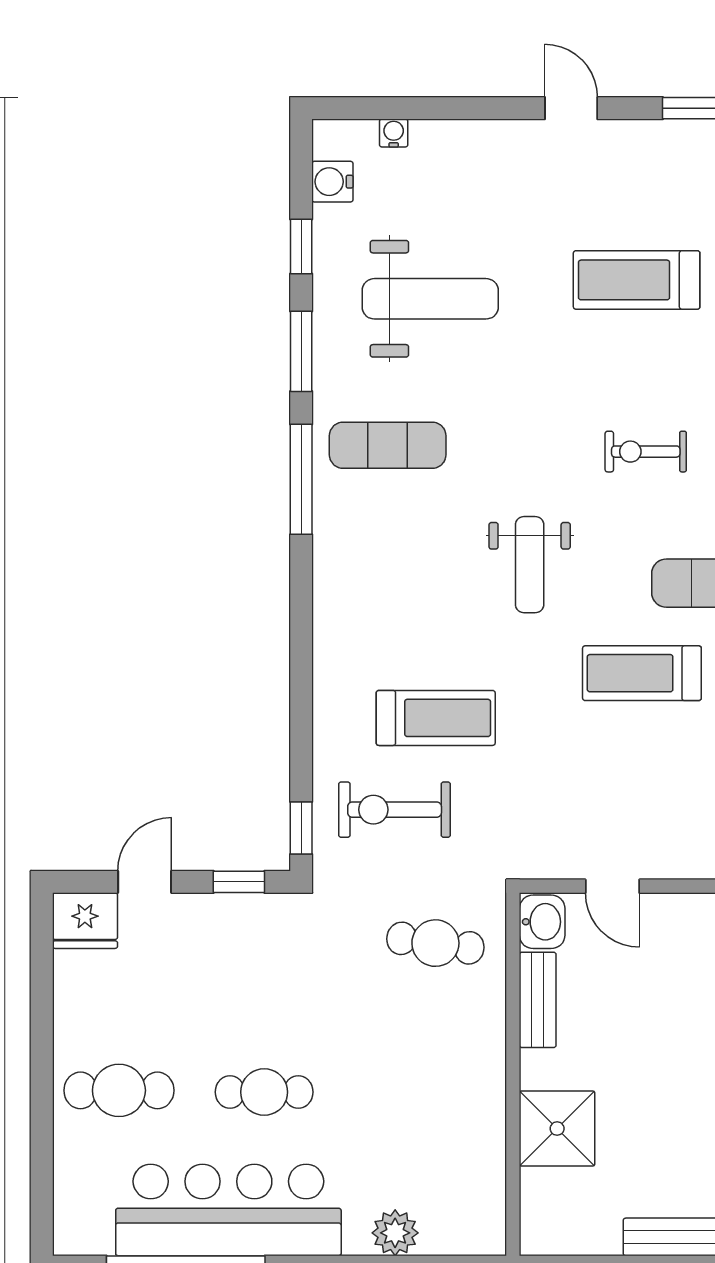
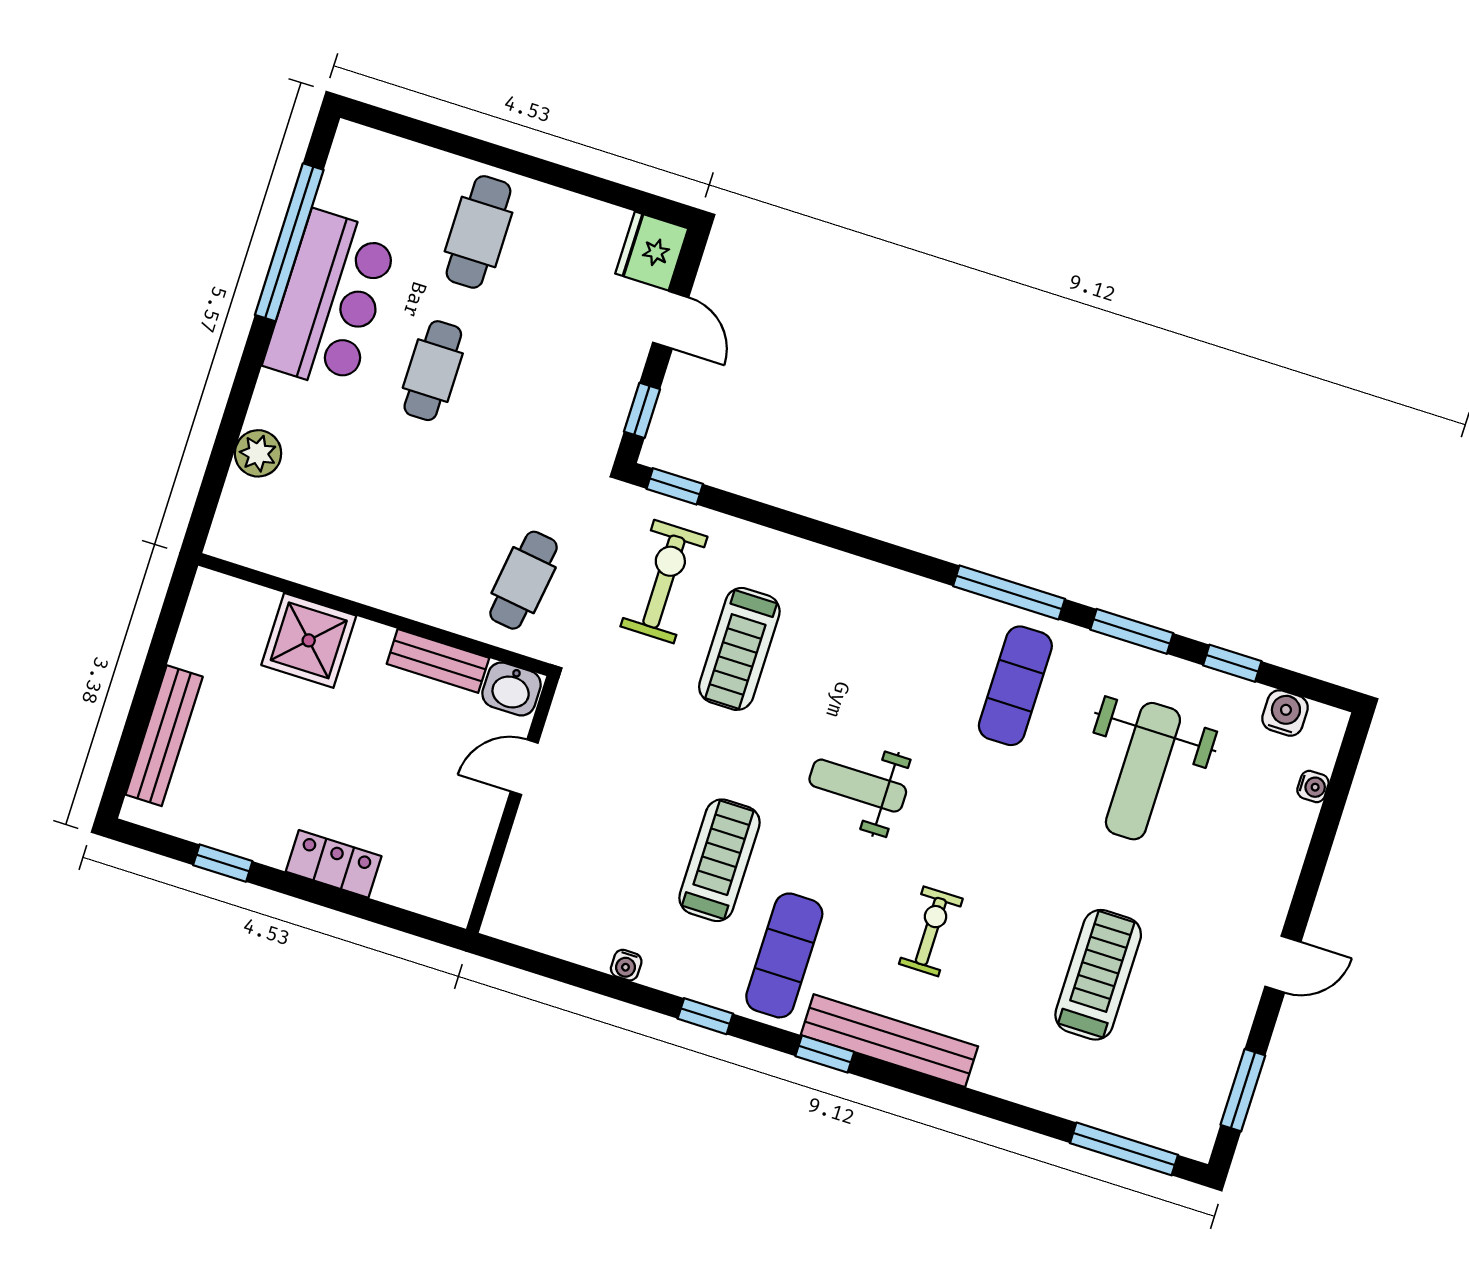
bar counter: (228, 1210) -> (331, 300), width x0.73

